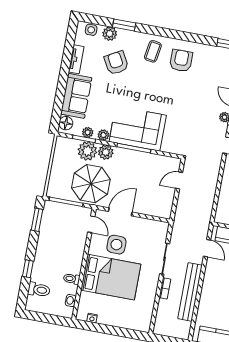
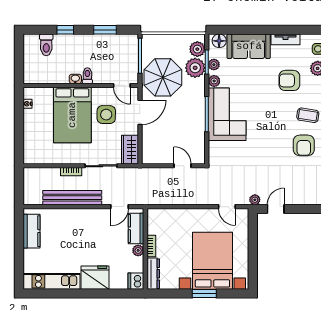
armchair: (181, 61) -> (304, 145), turned 90
armchair: (116, 63) -> (289, 80), turned -151
plant: (106, 152) -> (197, 49), moved
door: (120, 212) -> (140, 112), hinge flipped
window: (37, 220) -> (105, 30), moved
door: (91, 224) -> (122, 85), hinge flipped
wardrobe: (154, 228) -> (130, 150), added
toilet: (72, 279) -> (87, 76), moved
washbasin: (71, 300) -> (75, 79), moved

